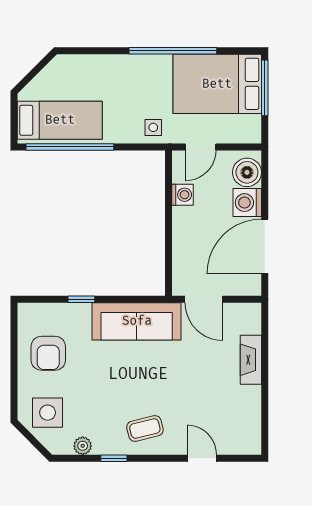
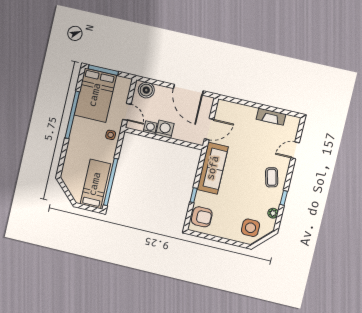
washing machine: (247, 203) -> (165, 129), moved, turned 180
armchair: (48, 353) -> (202, 217), moved
fireplace: (251, 360) -> (271, 117), moved

